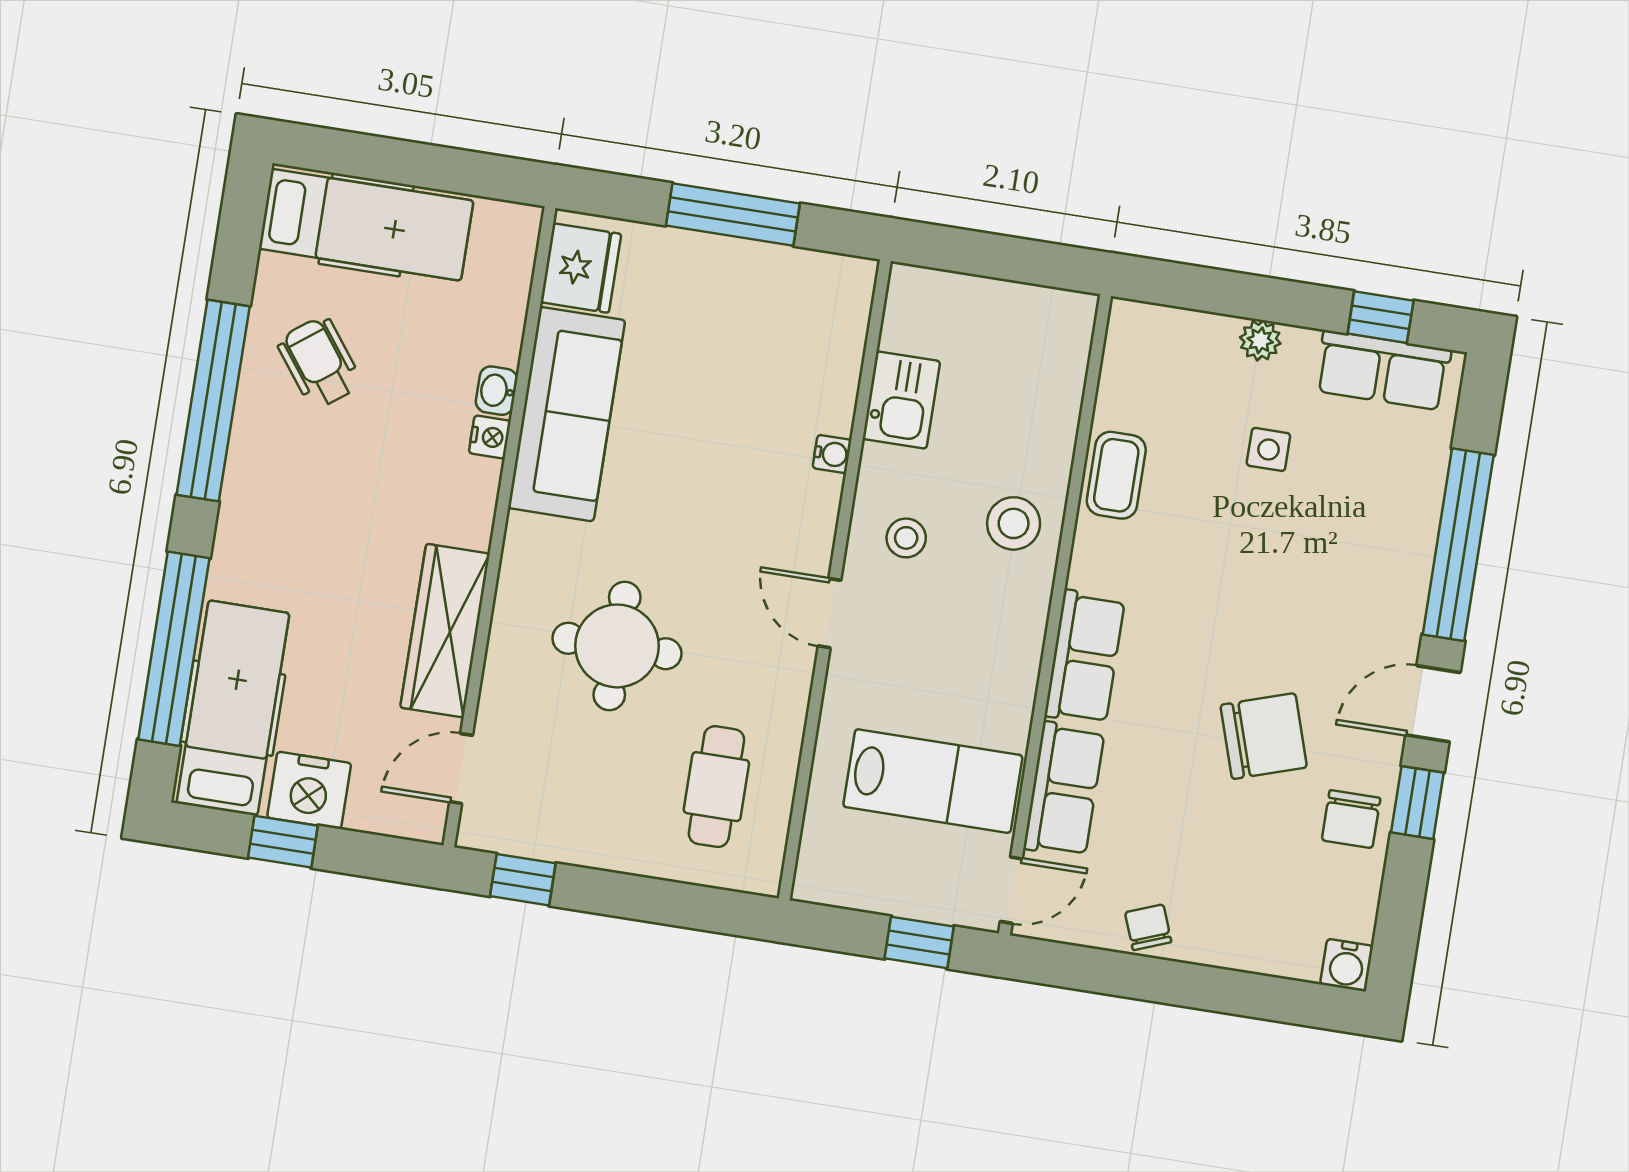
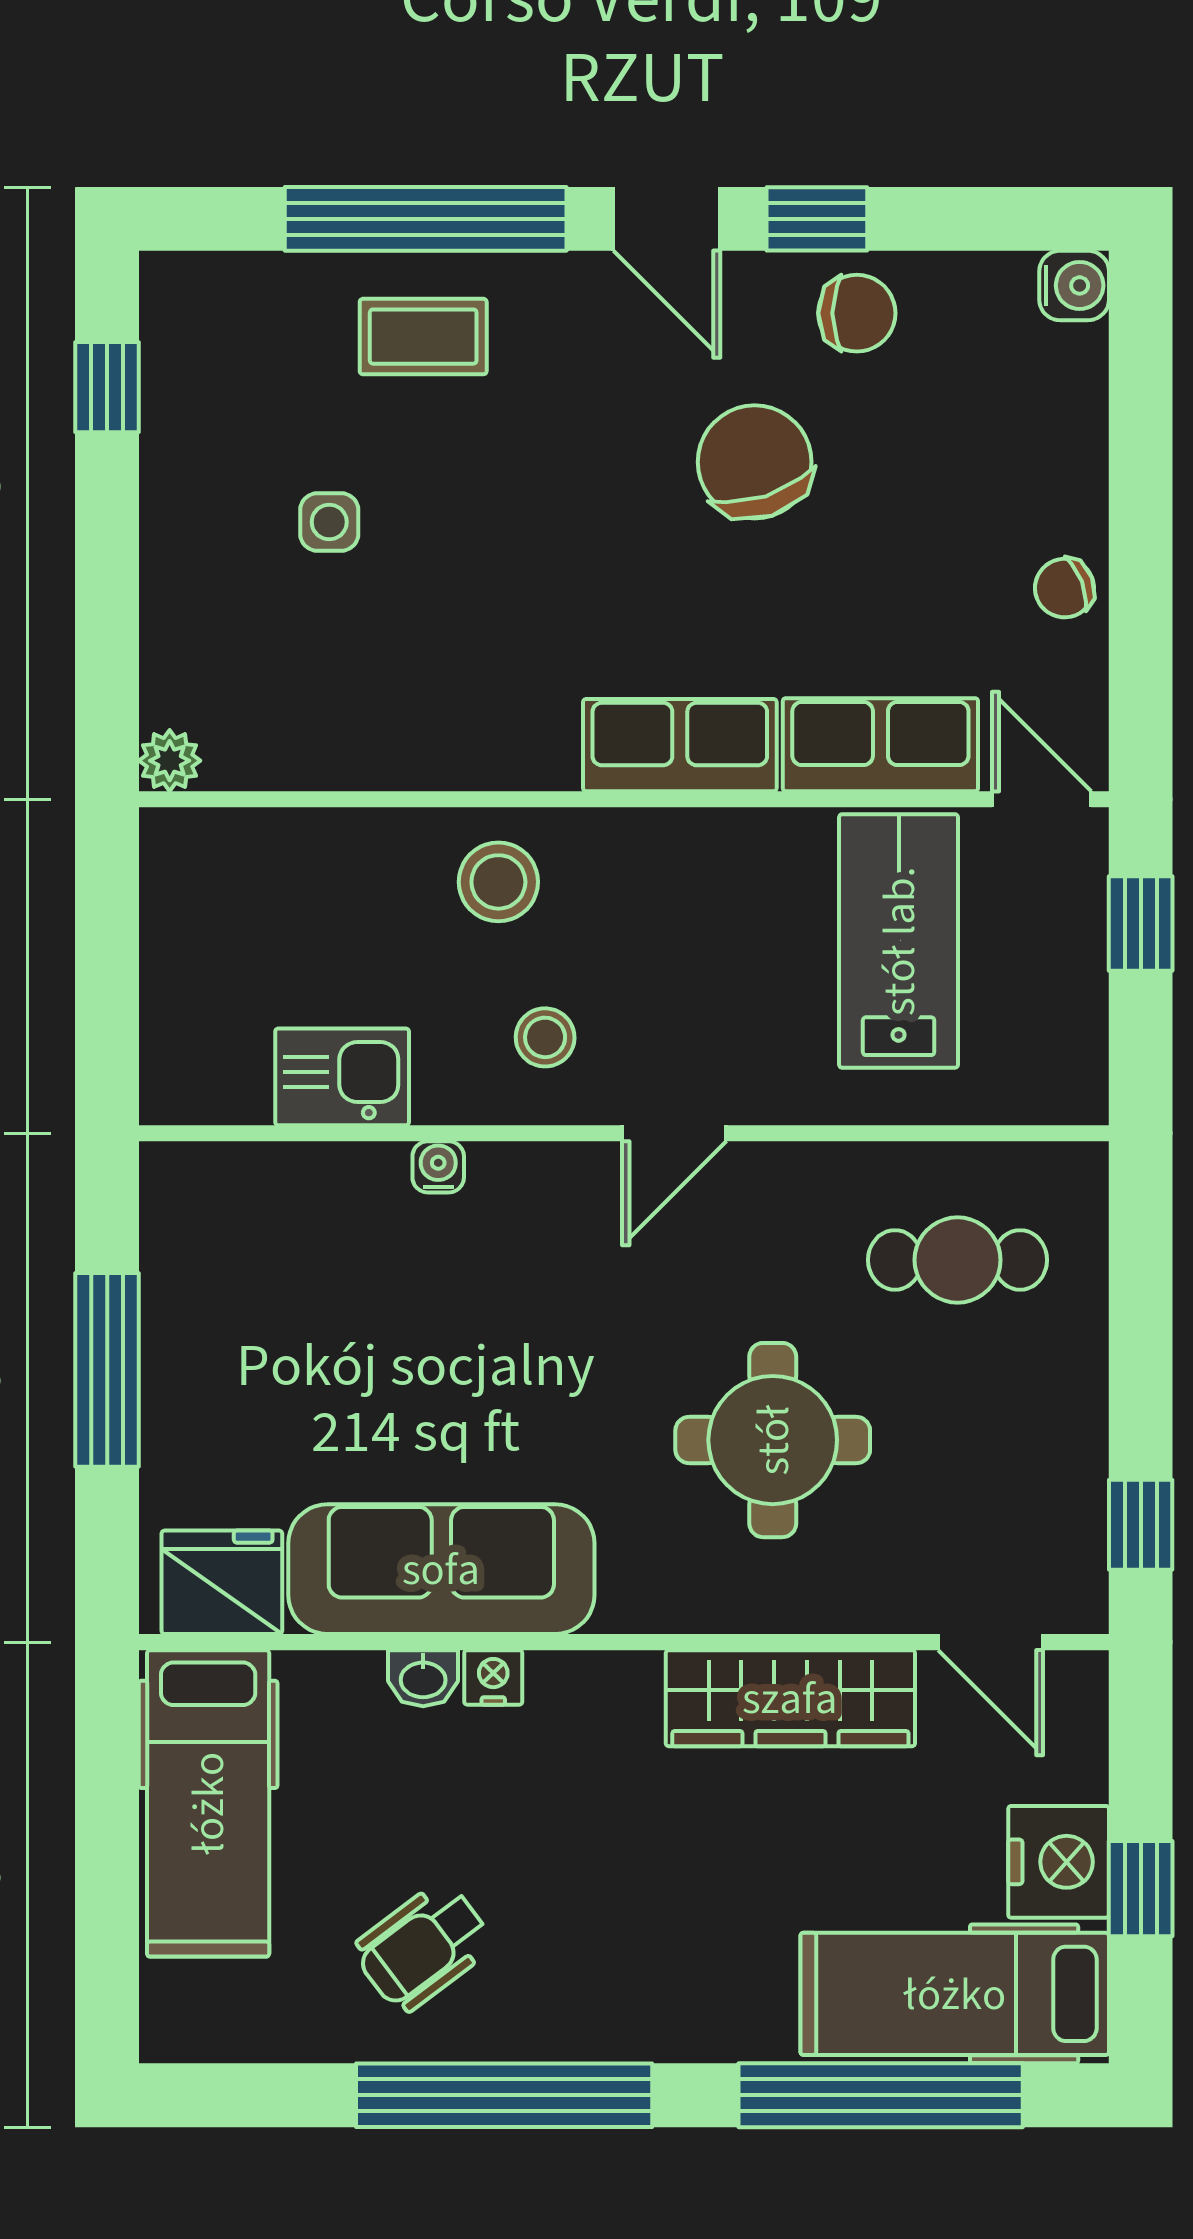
hospital bed: (366, 225) -> (208, 1803), moved, turned 180
plant: (1260, 340) -> (170, 761), moved
row of seats: (1383, 370) -> (185, 371), removed
coffee table: (1116, 475) -> (423, 337), moved

